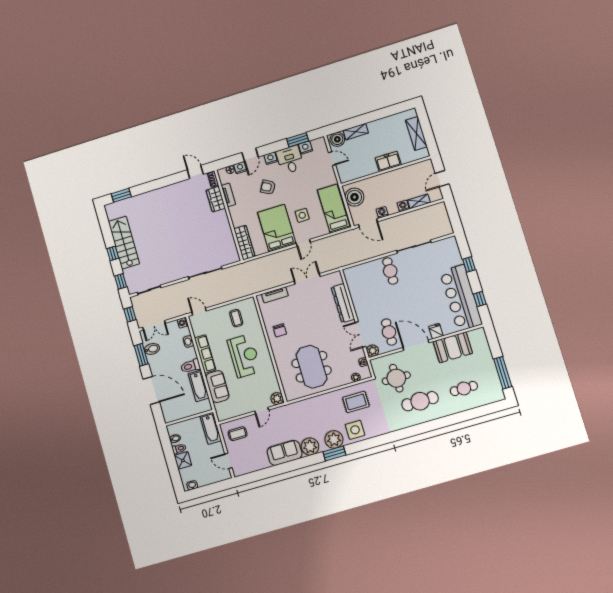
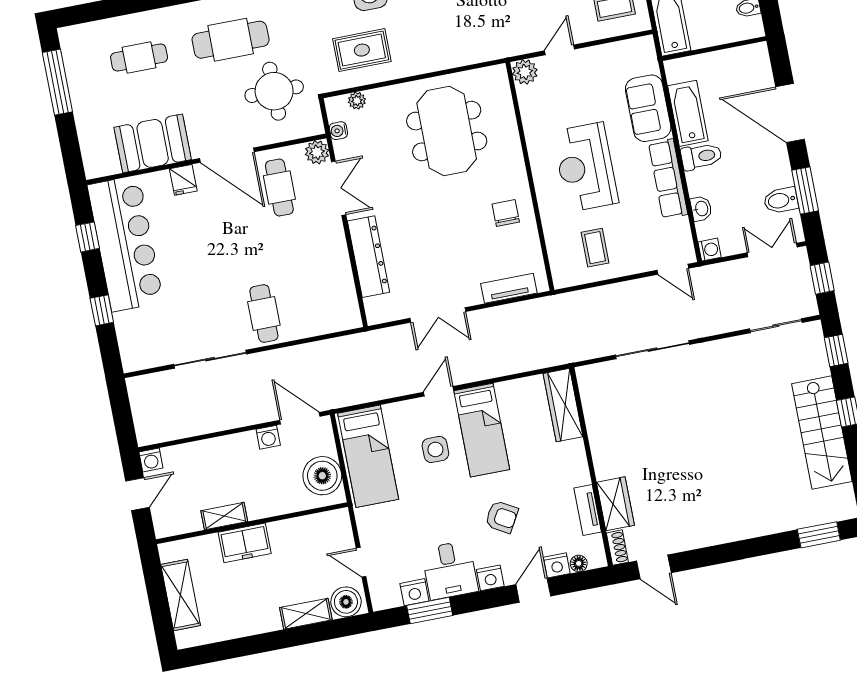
shelving: (419, 201) -> (224, 516), moved
washing machine: (403, 206) -> (151, 460), moved
bed: (277, 228) -> (482, 430), width x0.67

